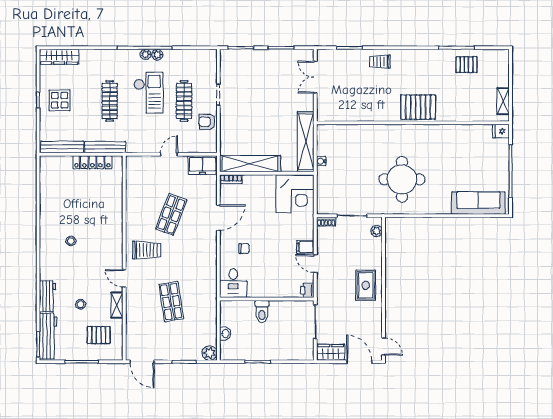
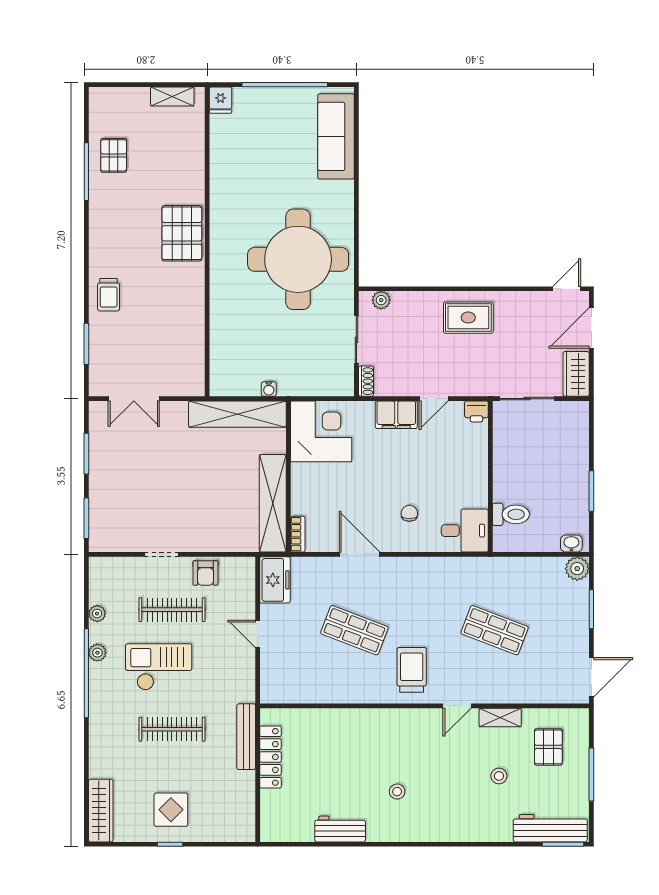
plant: (145, 54) -> (97, 614), moved
bench: (62, 147) -> (246, 806), removed
round table: (402, 179) -> (298, 259), width x1.36, depth x1.36
filing cabinet: (305, 247) -> (396, 415), width x2.00
workbench: (48, 297) -> (340, 829), moved
shop shelf: (171, 302) -> (495, 630), turned 30
toilet: (262, 312) -> (511, 514), moved
washbasin: (225, 334) -> (571, 544), moved

